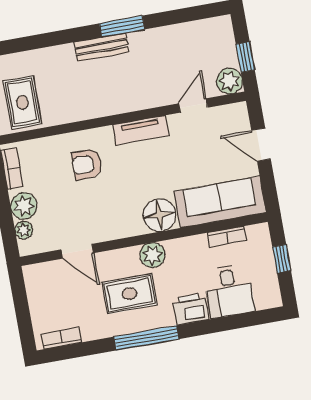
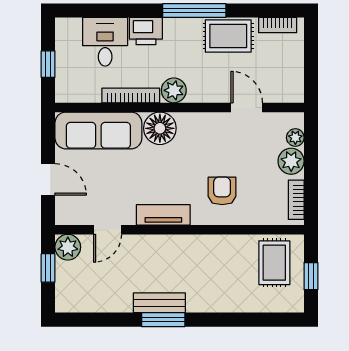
bench: (101, 47) -> (159, 303), moved
armchair: (87, 164) -> (222, 191), turned -90
bookcase: (227, 237) -> (131, 95), moved, width x1.56
rug: (130, 294) -> (228, 36), moved

